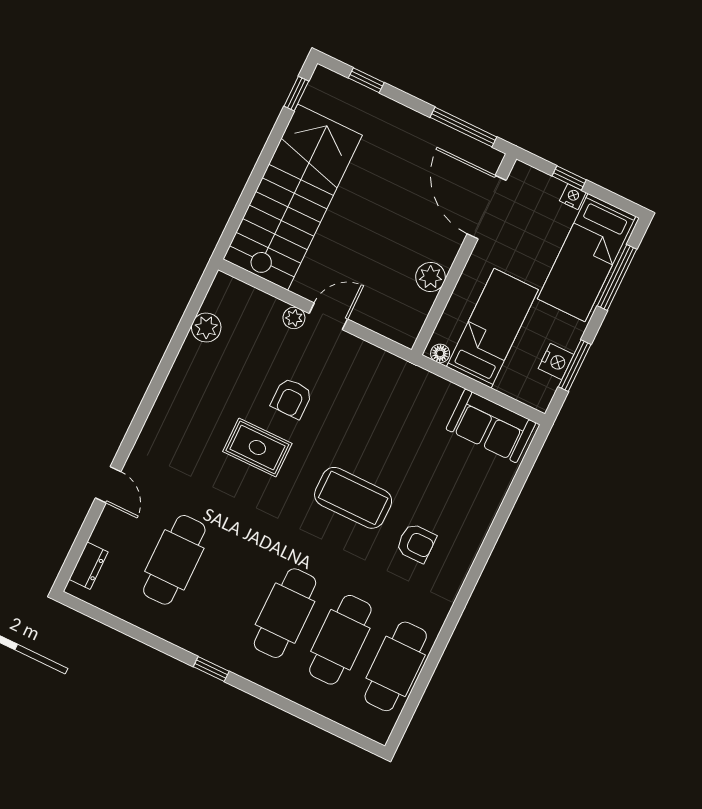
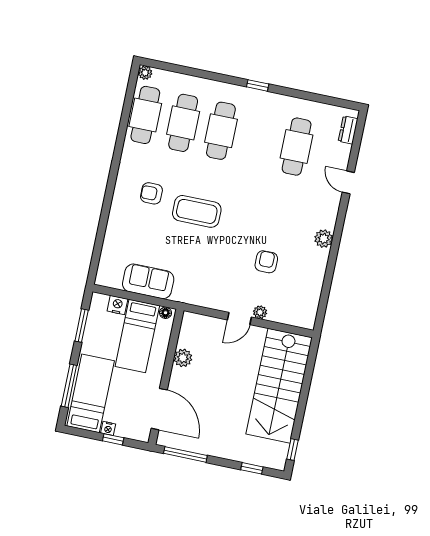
plant: (206, 328) -> (324, 239), moved
nightstand: (556, 361) -> (117, 305), moved, turned 90
armchair: (292, 398) -> (266, 262), moved
sofa: (491, 426) -> (148, 281), moved
rug: (257, 448) -> (263, 228), removed
plant: (380, 732) -> (145, 73), added

